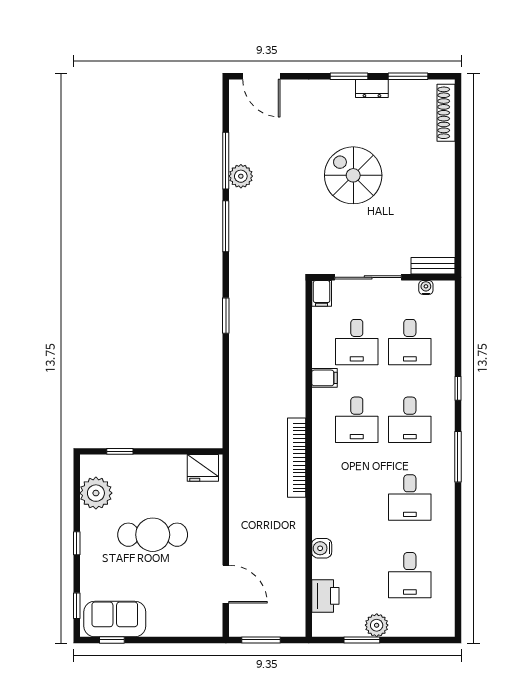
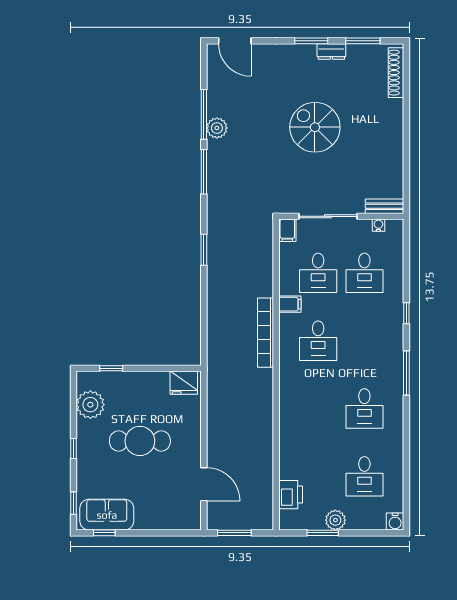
desk: (410, 420) -> (364, 341), removed
bookcase: (297, 458) -> (266, 333), moved
water cooler: (322, 548) -> (395, 522), moved, turned -90

